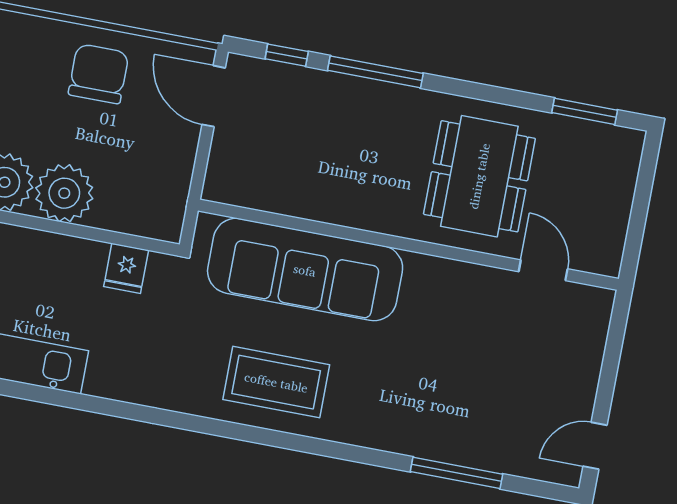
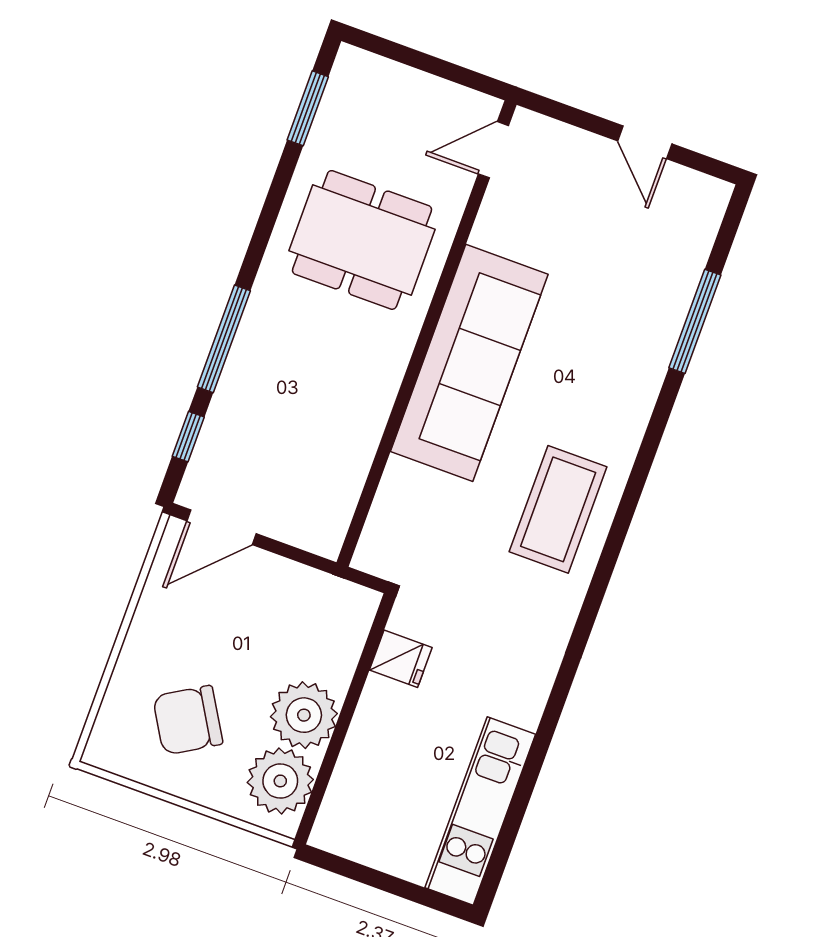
chair: (99, 74) -> (188, 720), moved, turned -31
sofa: (305, 270) -> (469, 363), moved
door: (543, 270) -> (493, 150), moved
door: (595, 446) -> (645, 142), moved

